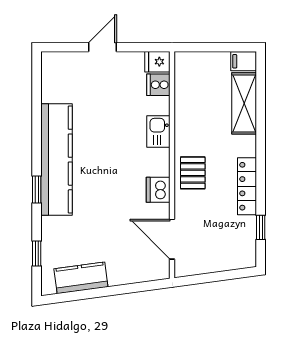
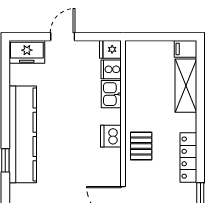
freezer: (61, 65) -> (27, 52), added
kitchen sink: (158, 132) -> (111, 94), moved
dishwasher: (158, 190) -> (111, 136), moved

